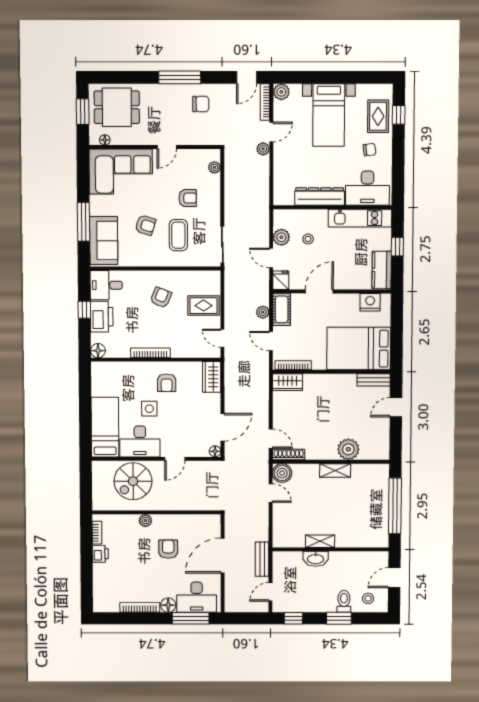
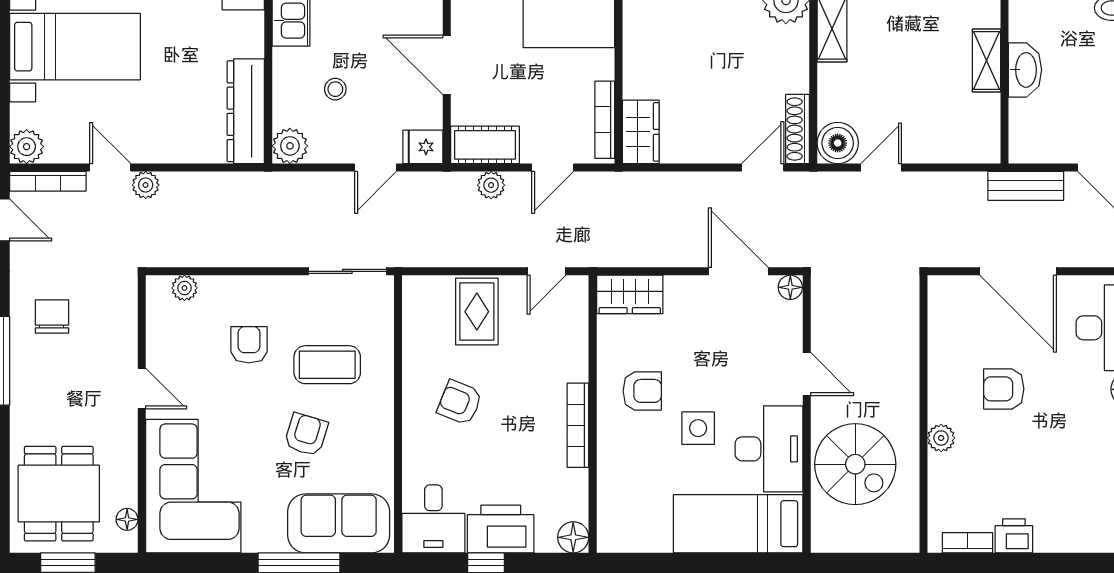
dresser: (320, 197) -> (246, 111), moved
plant: (281, 237) -> (290, 146), moved

